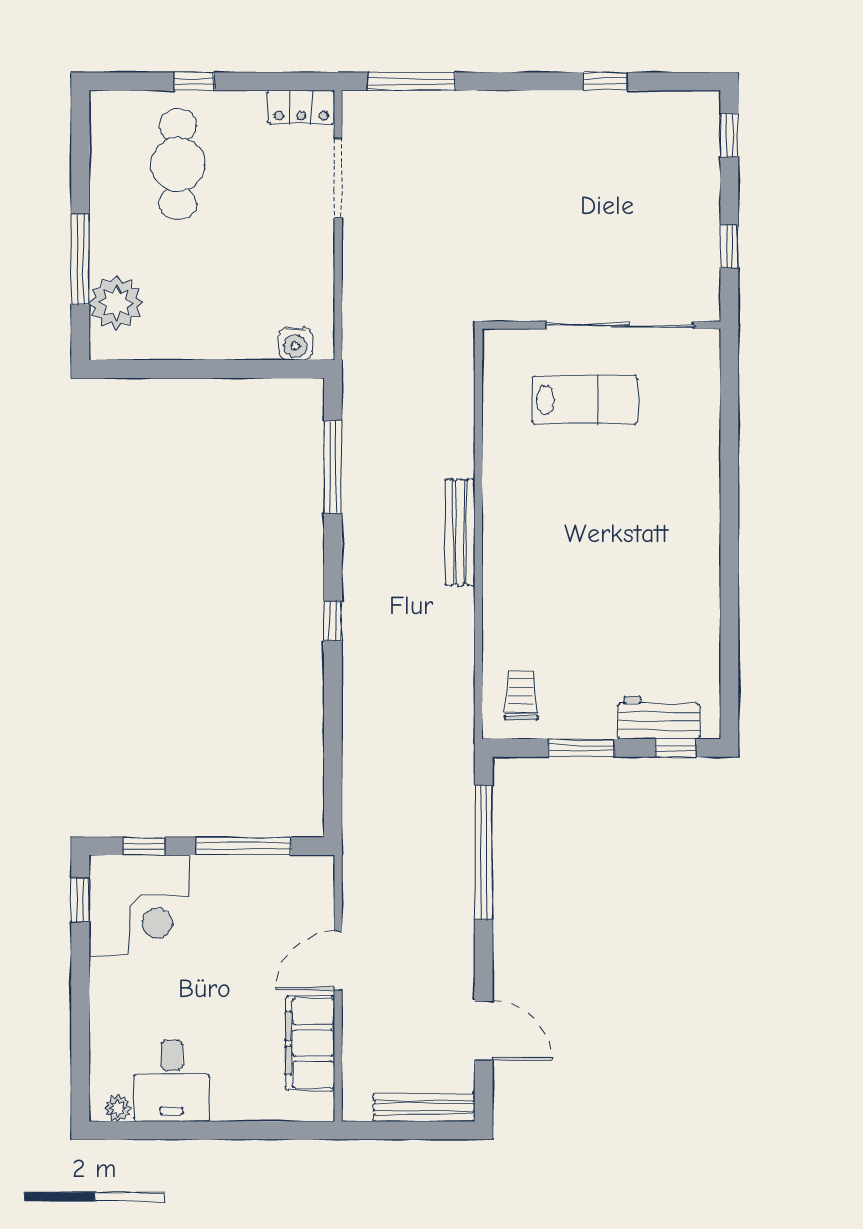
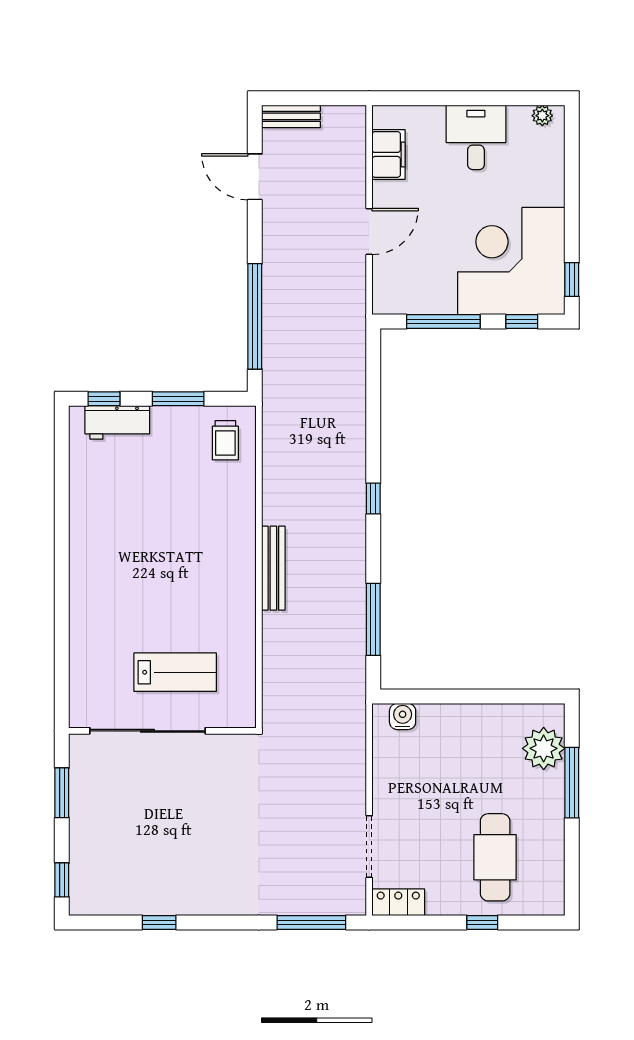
window: (729, 246) -> (62, 793), width x1.50
lab bench: (585, 400) -> (175, 672), turned 180
corner desk: (139, 905) -> (511, 261), width x1.36, depth x1.36
filing cabinet: (310, 1043) -> (388, 154), width x0.67, depth x0.86
desk: (172, 1081) -> (476, 137), moved
bench: (424, 1107) -> (291, 116), width x0.73

